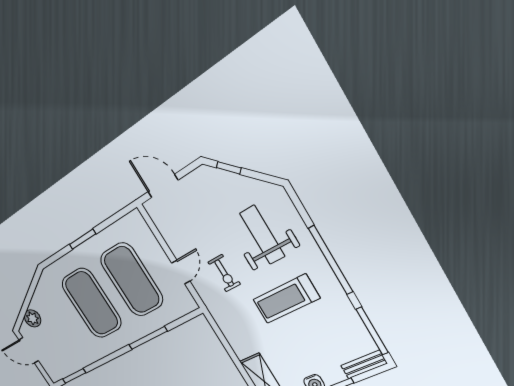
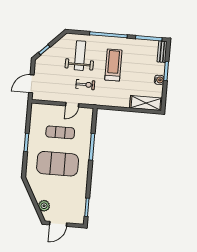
weight bench: (262, 235) -> (80, 56), turned 90
door: (181, 272) -> (72, 105), swing flipped
exercise mat: (132, 280) -> (60, 132), width x0.50, depth x0.69
treadmill: (286, 299) -> (113, 65), turned 180

